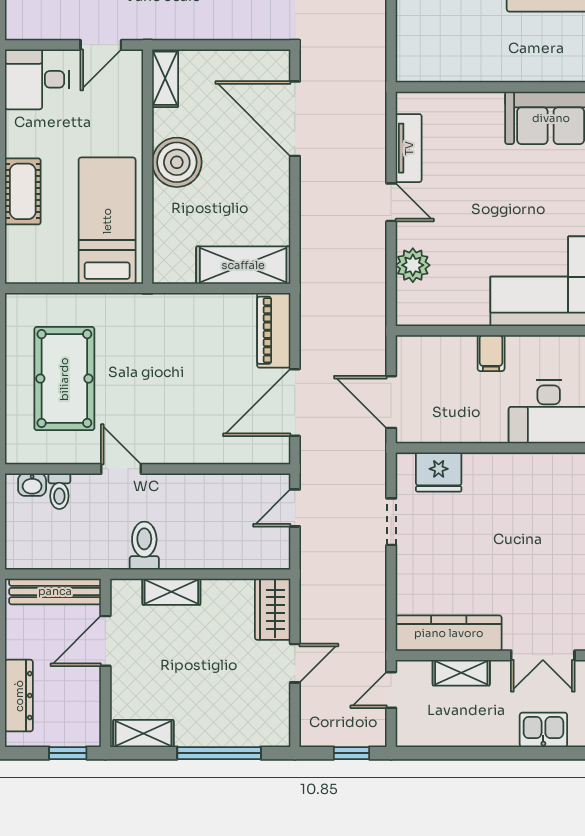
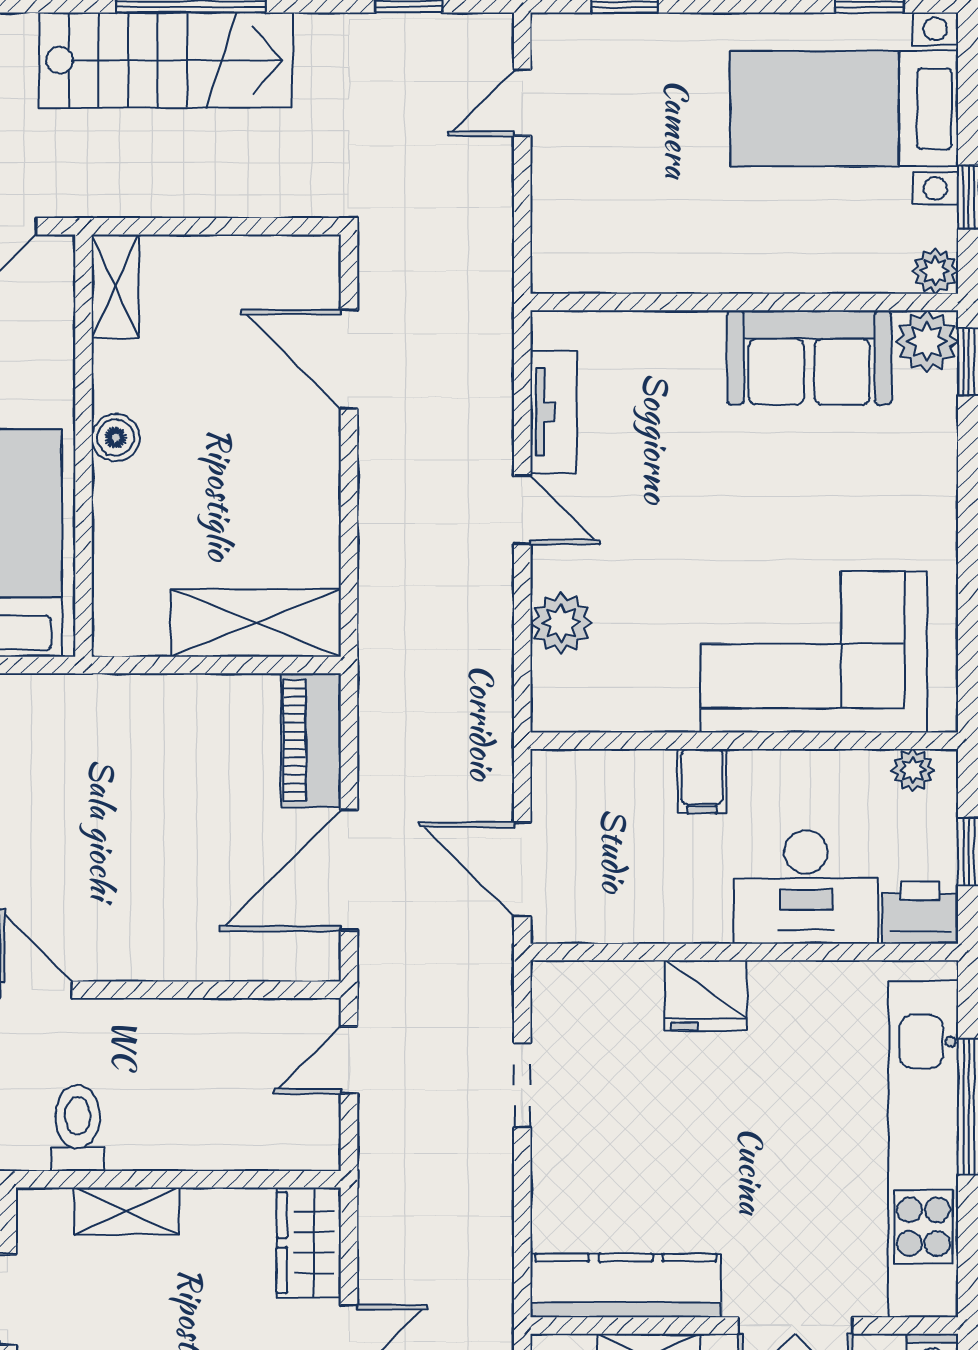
door: (295, 119) -> (349, 359), width x0.73
boiler: (177, 162) -> (116, 438), width x0.54, depth x0.54
fridge: (439, 472) -> (706, 995), moved

